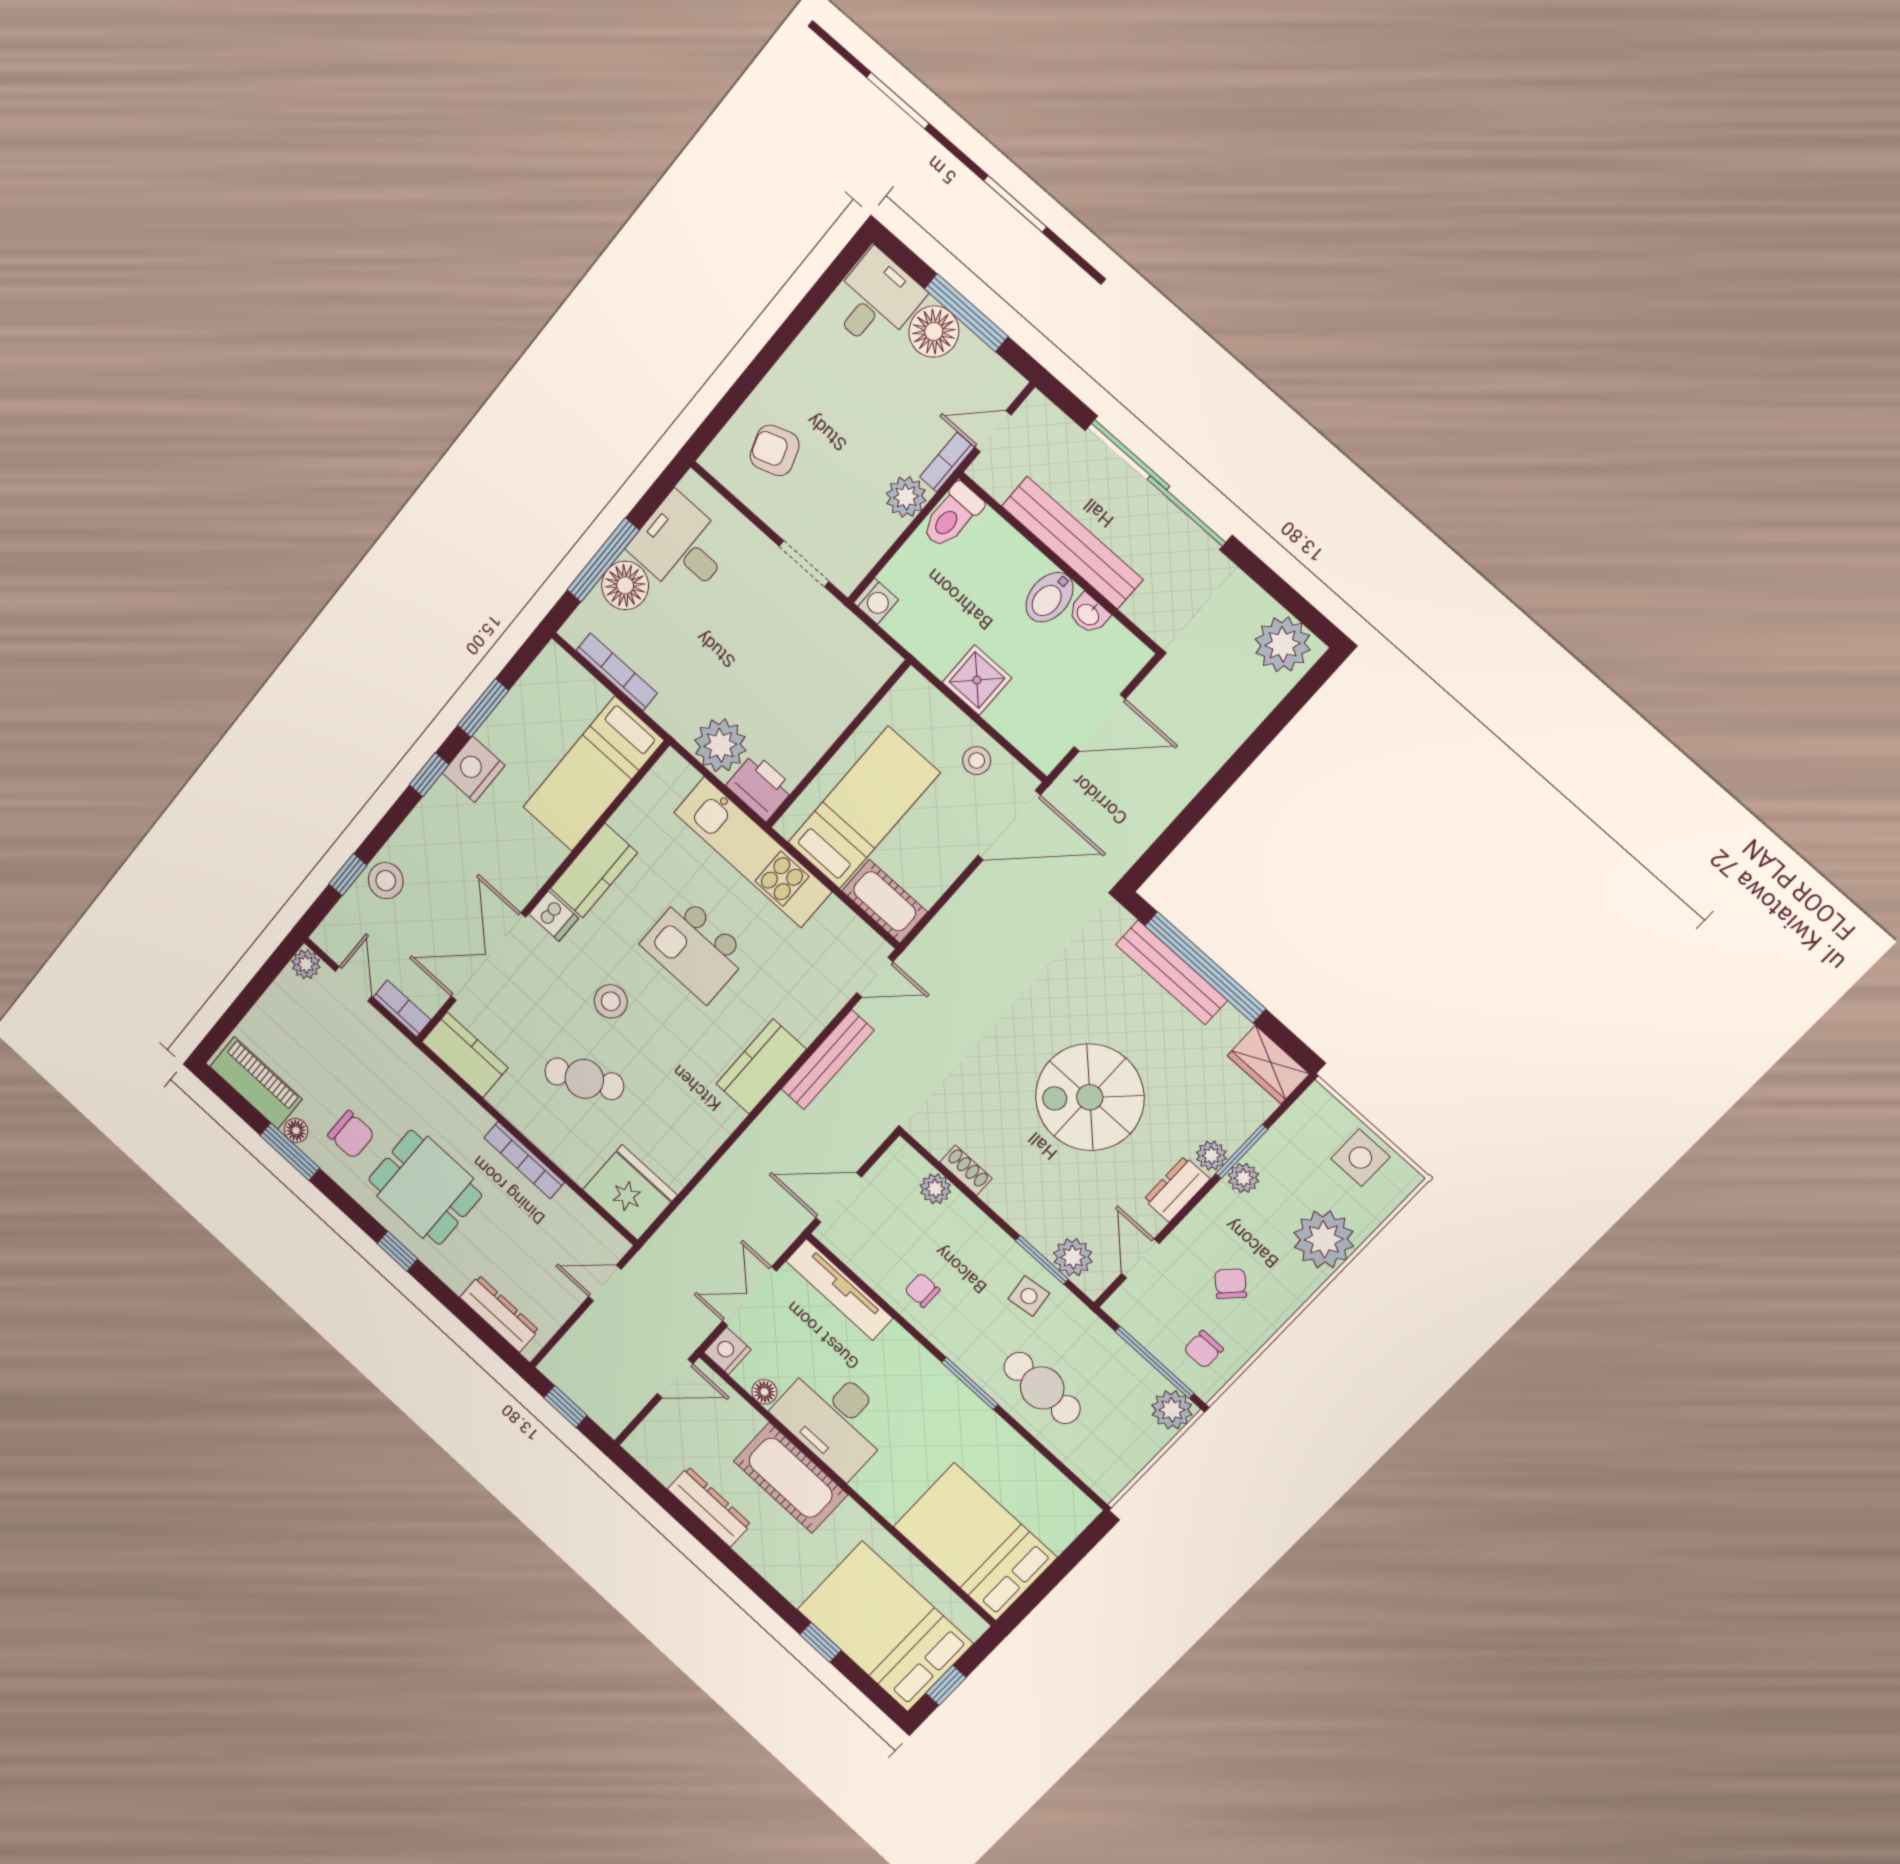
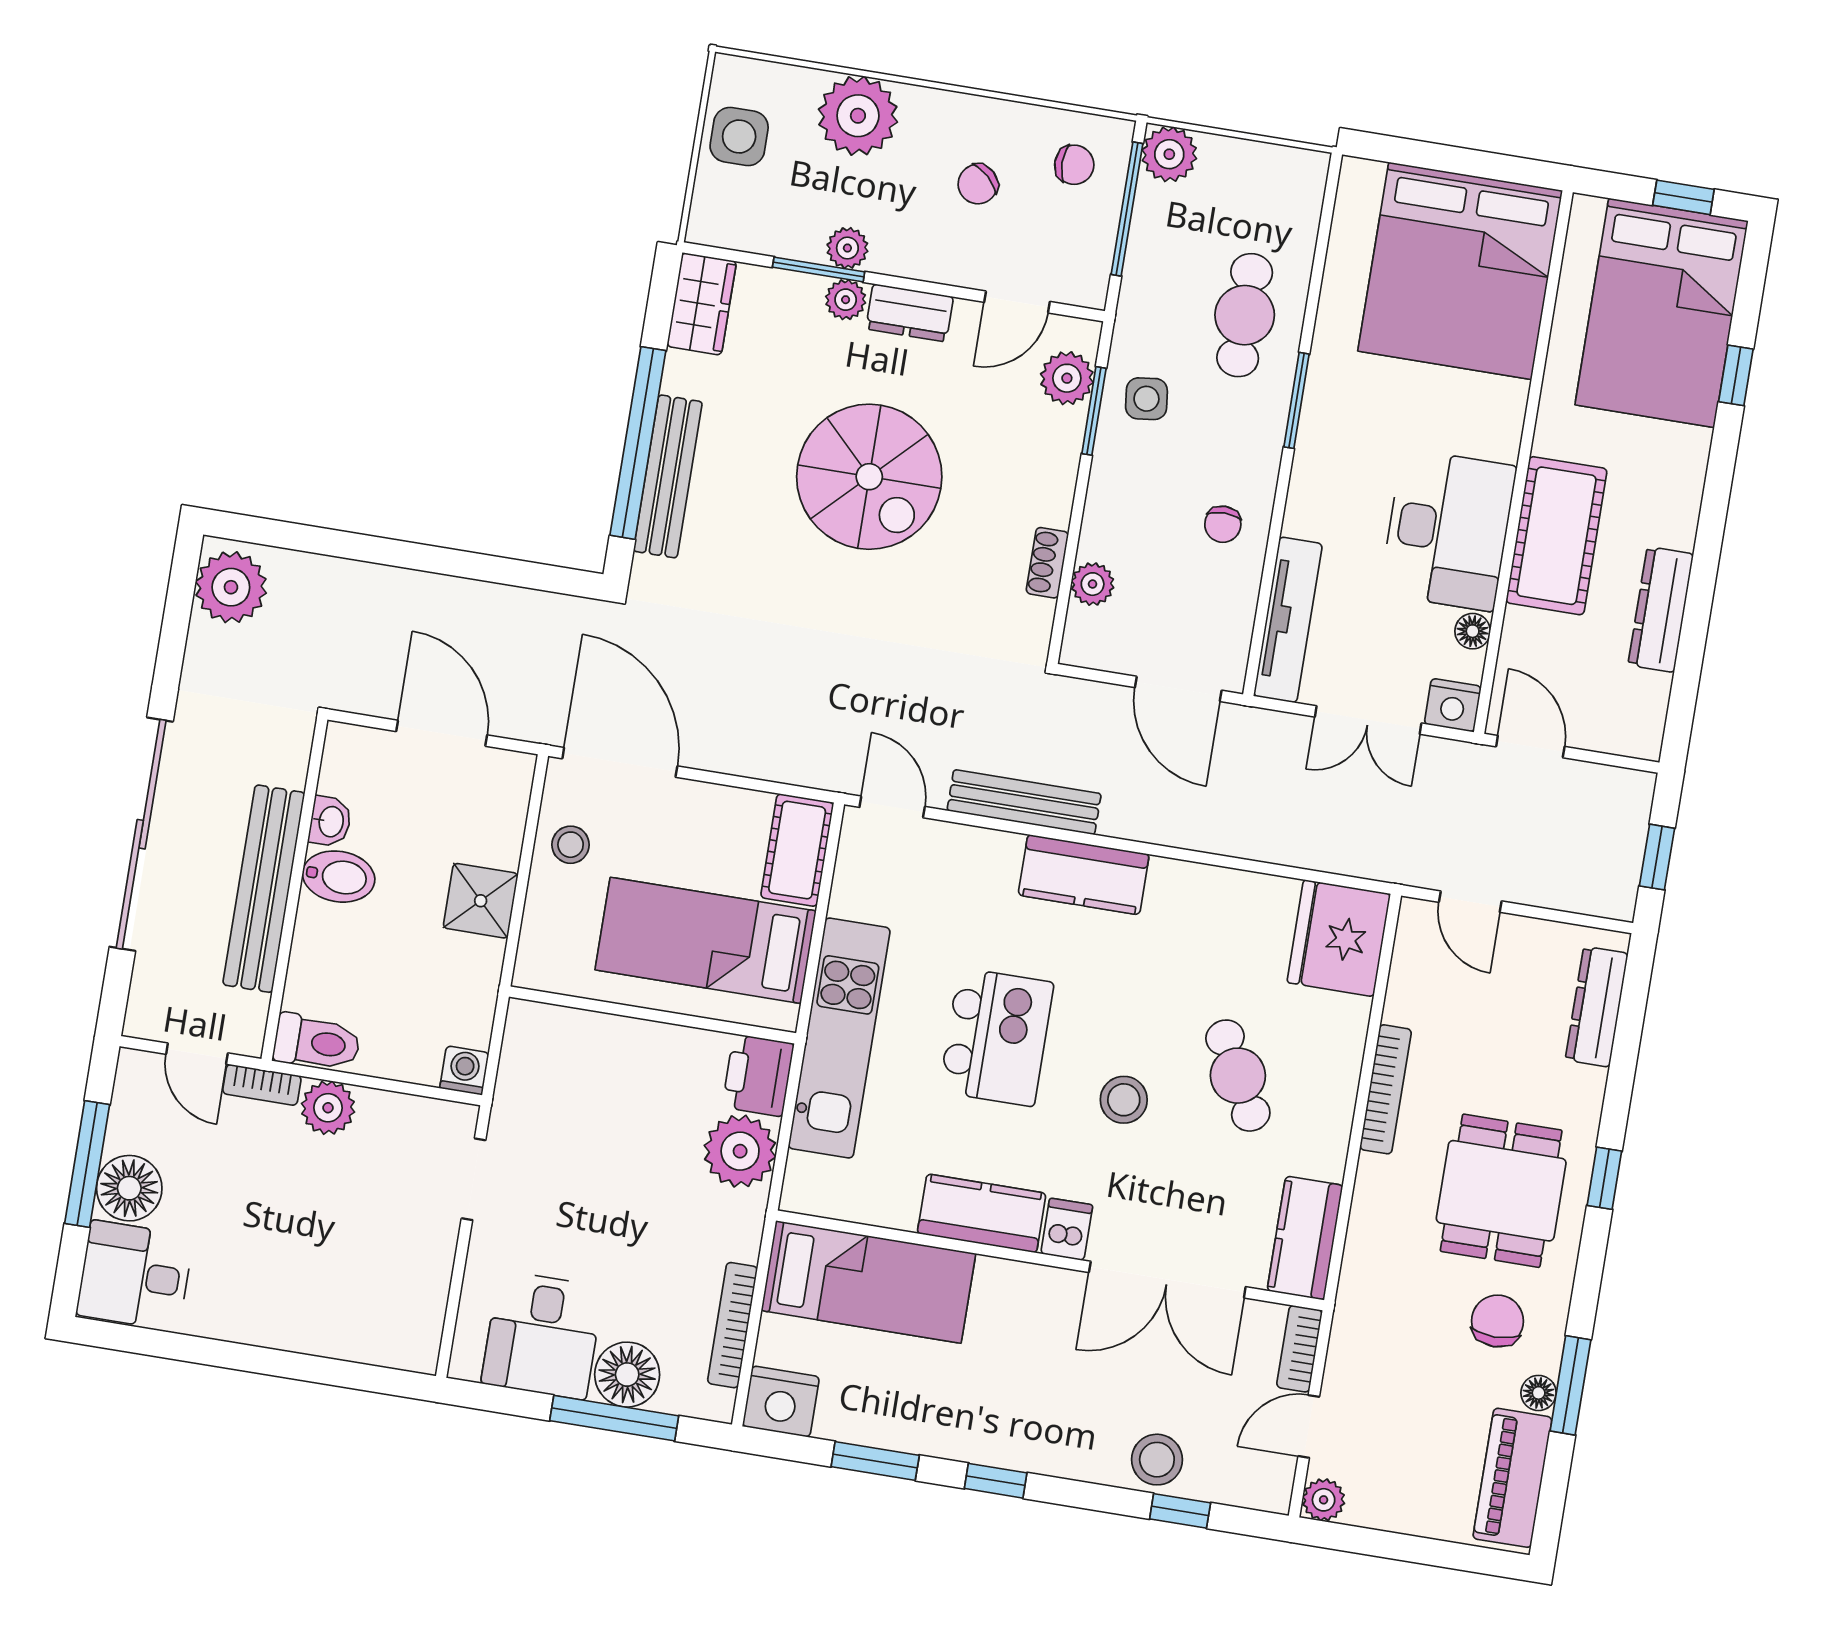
armchair: (775, 450) -> (368, 1291), removed
nightstand: (474, 769) -> (781, 1402), moved
bed: (975, 1542) -> (1460, 271), width x1.36

